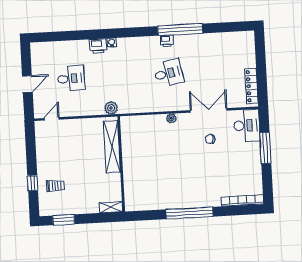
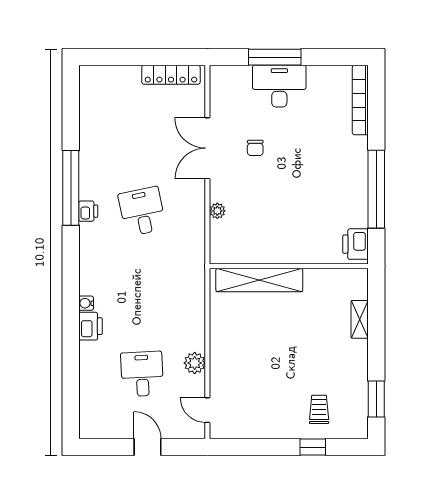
plant: (111, 108) -> (195, 363), moved
desk: (247, 126) -> (279, 86), moved
shelving: (112, 147) -> (259, 280), moved
wall: (121, 164) -> (289, 266), moved
printer: (156, 202) -> (355, 244), added

